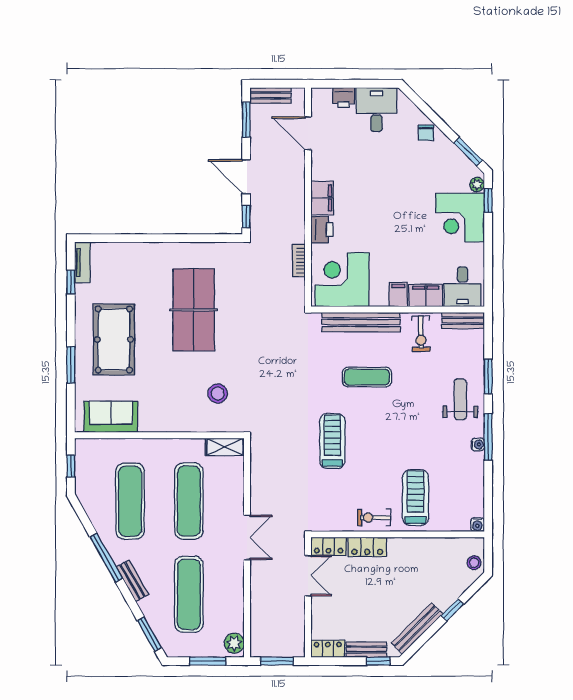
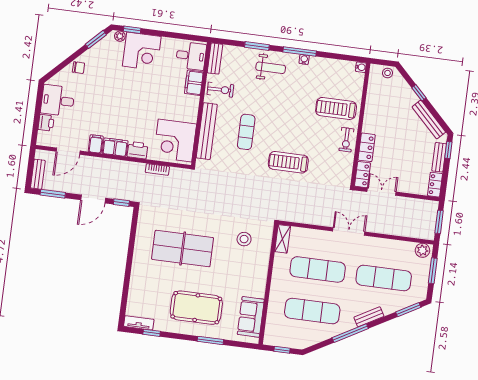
filing cabinet: (398, 295) -> (96, 144), moved, turned 90
weight bench: (460, 399) -> (271, 68), turned 180

